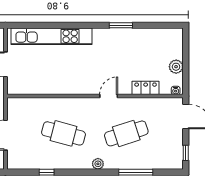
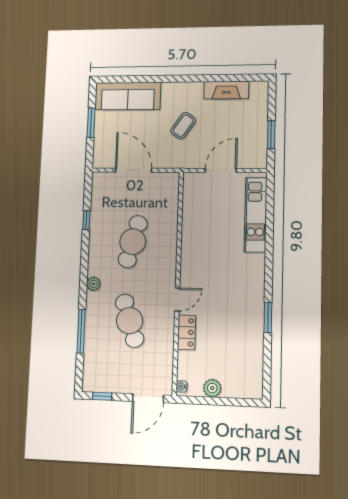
kitchen unit: (52, 36) -> (256, 215), width x0.73
locker: (146, 88) -> (187, 332), moved
door: (109, 96) -> (177, 299), hinge flipped

